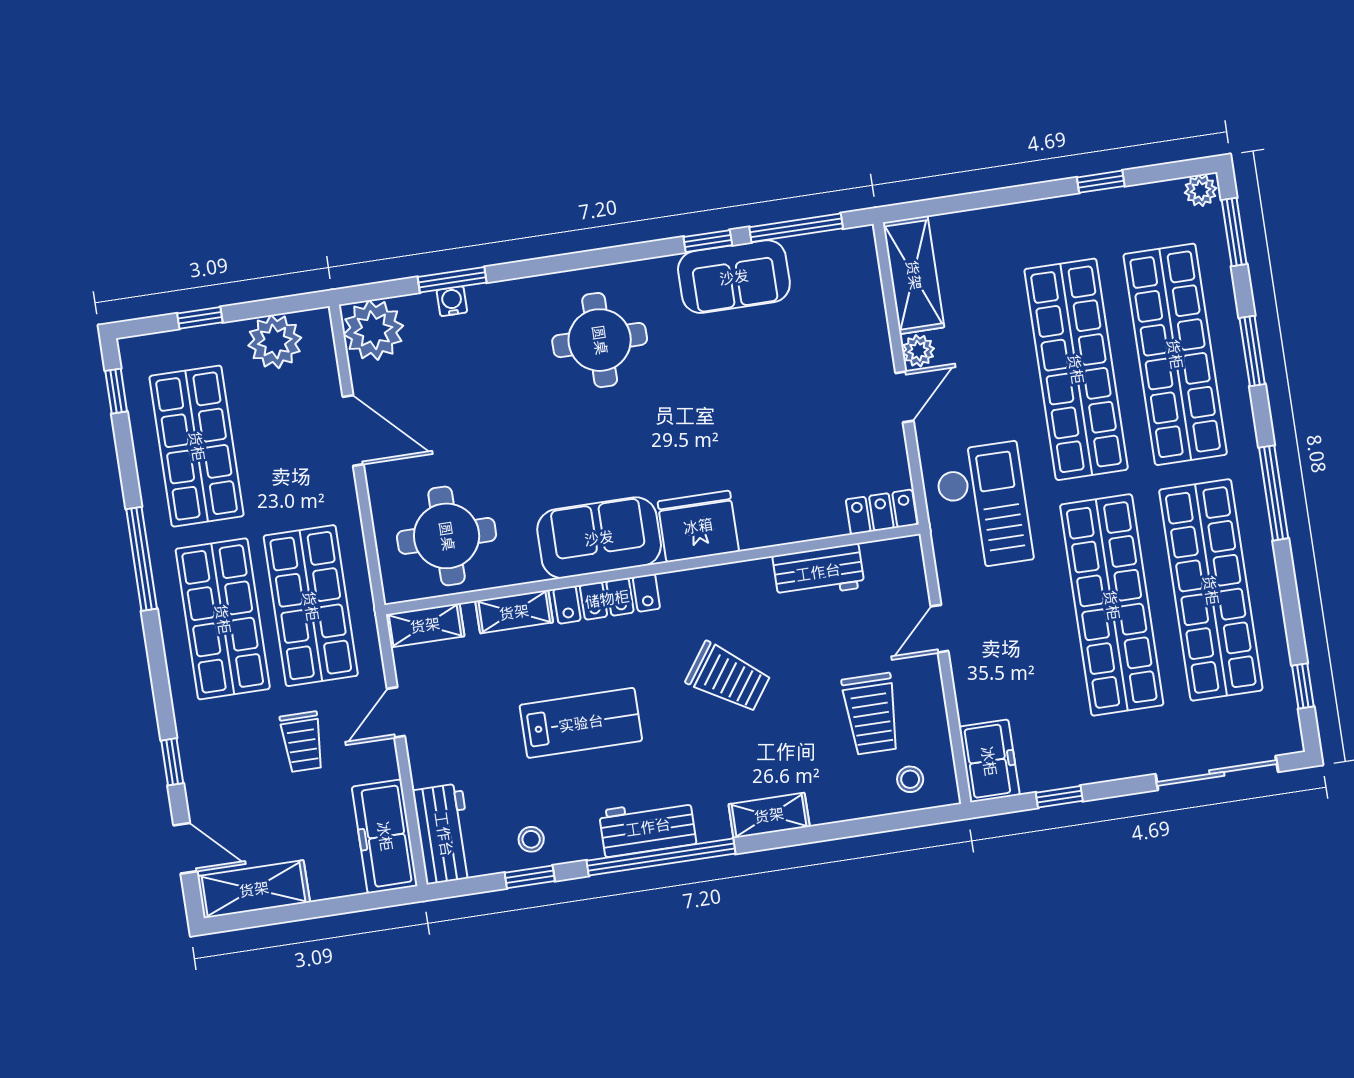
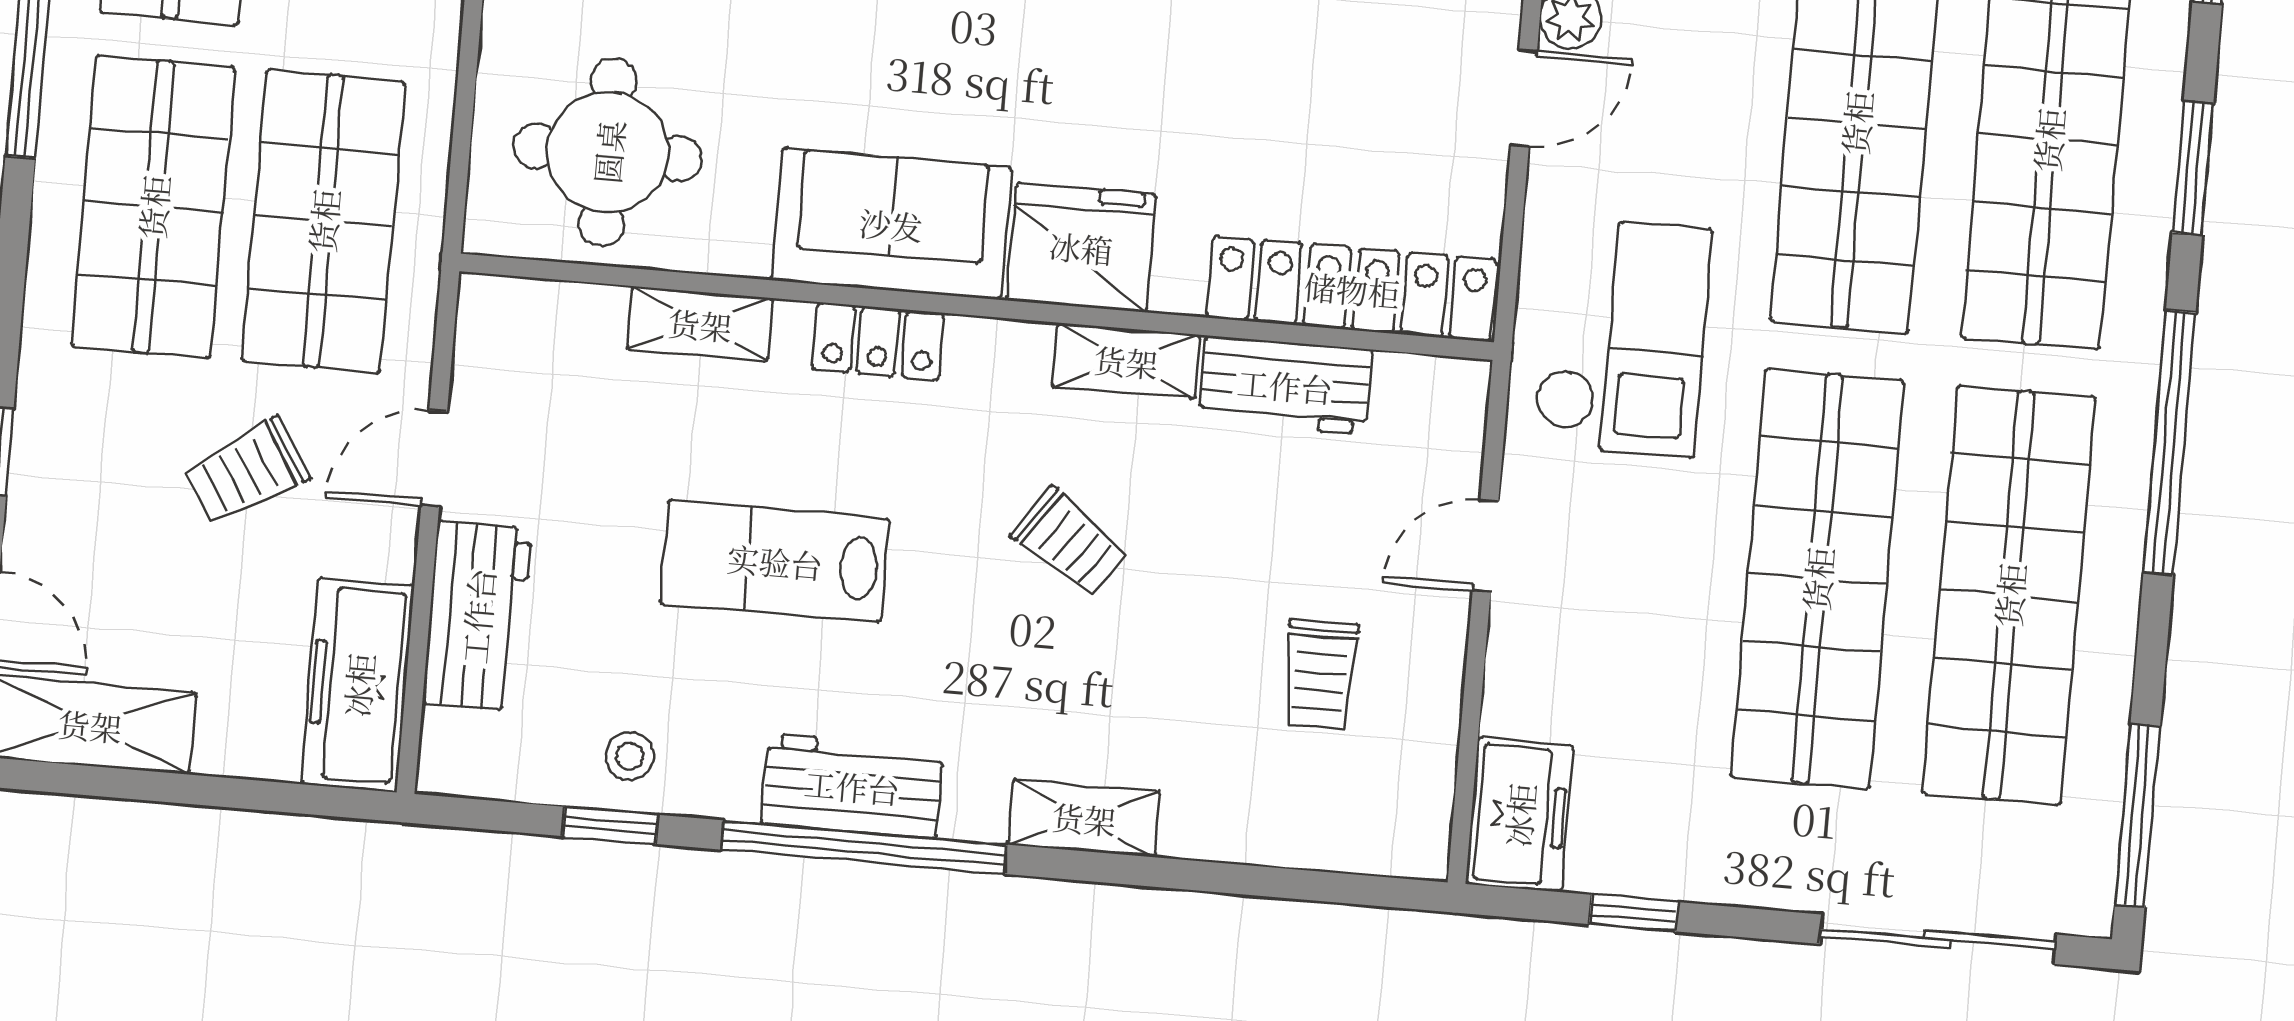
window: (1274, 493) -> (2169, 443), width x1.46
locker: (881, 512) -> (1352, 289), width x2.16, depth x1.21
locker: (607, 599) -> (878, 341), width x0.66
shelving: (425, 625) -> (1126, 361), moved
trolley: (728, 677) -> (1070, 542), width x0.73, depth x0.72
window: (1303, 686) -> (2137, 815), width x2.17
trolley: (871, 714) -> (1320, 674), width x0.73, depth x0.72
lab bench: (581, 723) -> (775, 561), turned 180
trolley: (302, 742) -> (246, 471), turned 58
stool: (910, 779) -> (1363, 814), removed
workbench: (444, 834) -> (477, 616), moved

